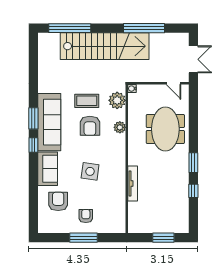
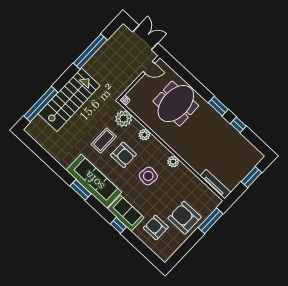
stairs: (105, 46) -> (69, 100), width x0.73
meeting table: (165, 129) -> (176, 104), turned 90
window: (33, 145) -> (118, 225), moved
plant: (120, 168) -> (173, 162), added
side table: (90, 171) -> (148, 176), moved
tv unit: (133, 184) -> (215, 184), moved
armchair: (86, 216) -> (185, 218), width x1.88, depth x1.88
window: (84, 238) -> (211, 221), moved

